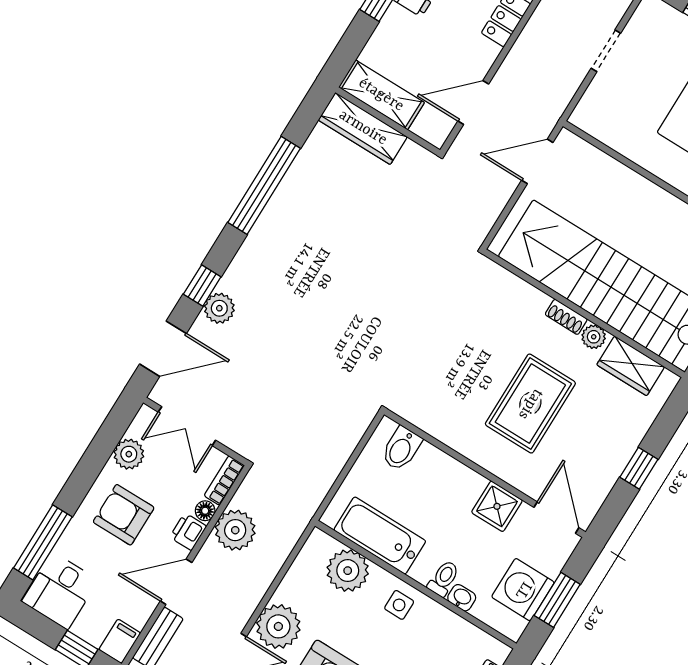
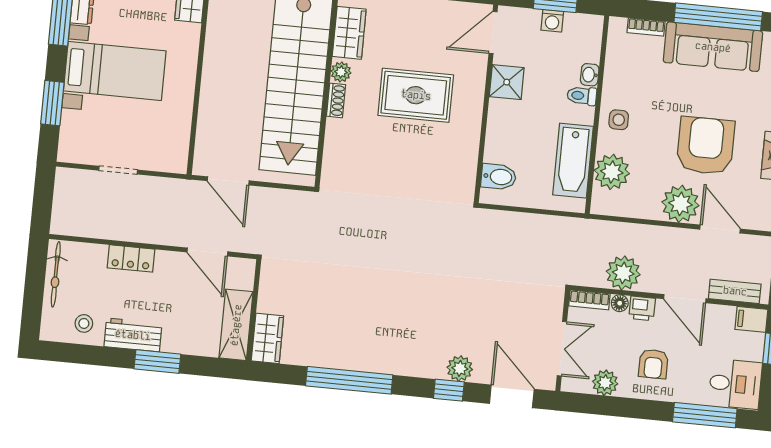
wardrobe: (363, 128) -> (267, 338), width x0.67
armchair: (124, 515) -> (653, 364), width x0.72, depth x0.72
washing machine: (523, 590) -> (552, 21), width x0.53, depth x0.53

